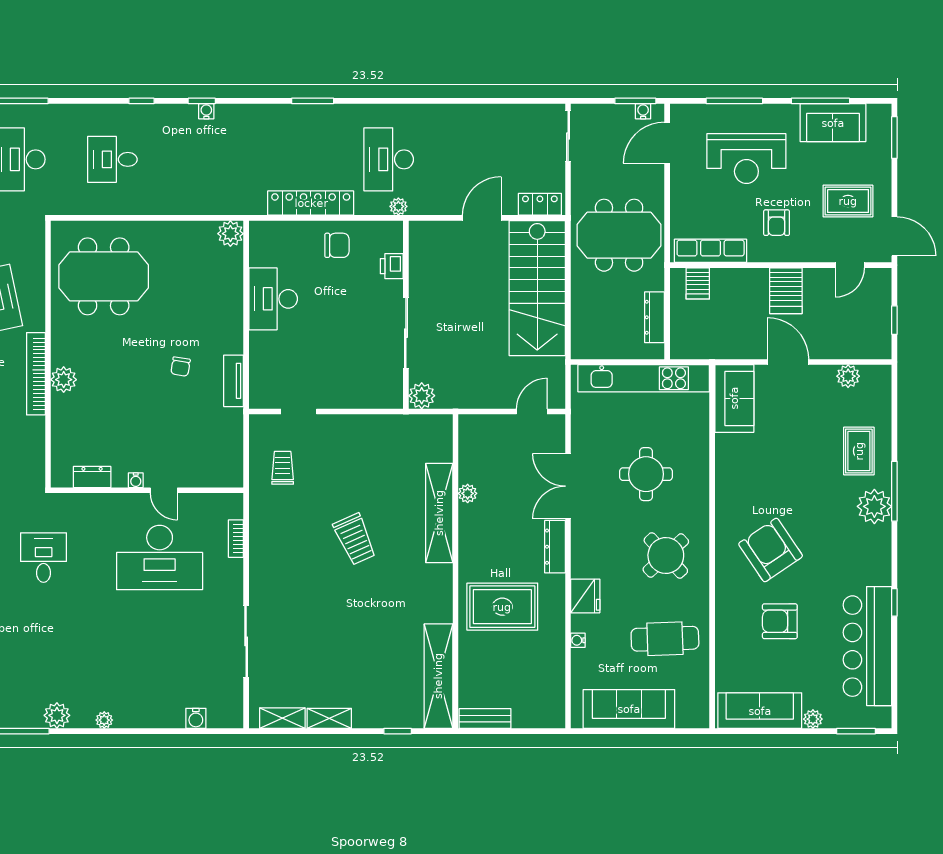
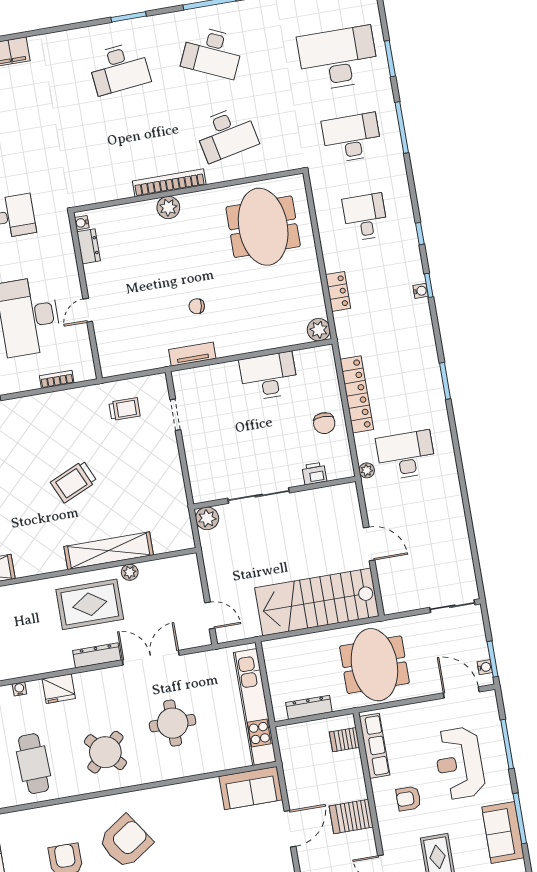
locker: (540, 204) -> (338, 291), moved
water cooler: (136, 480) -> (82, 223), moved
rug: (502, 607) -> (90, 604), moved, turned 90

